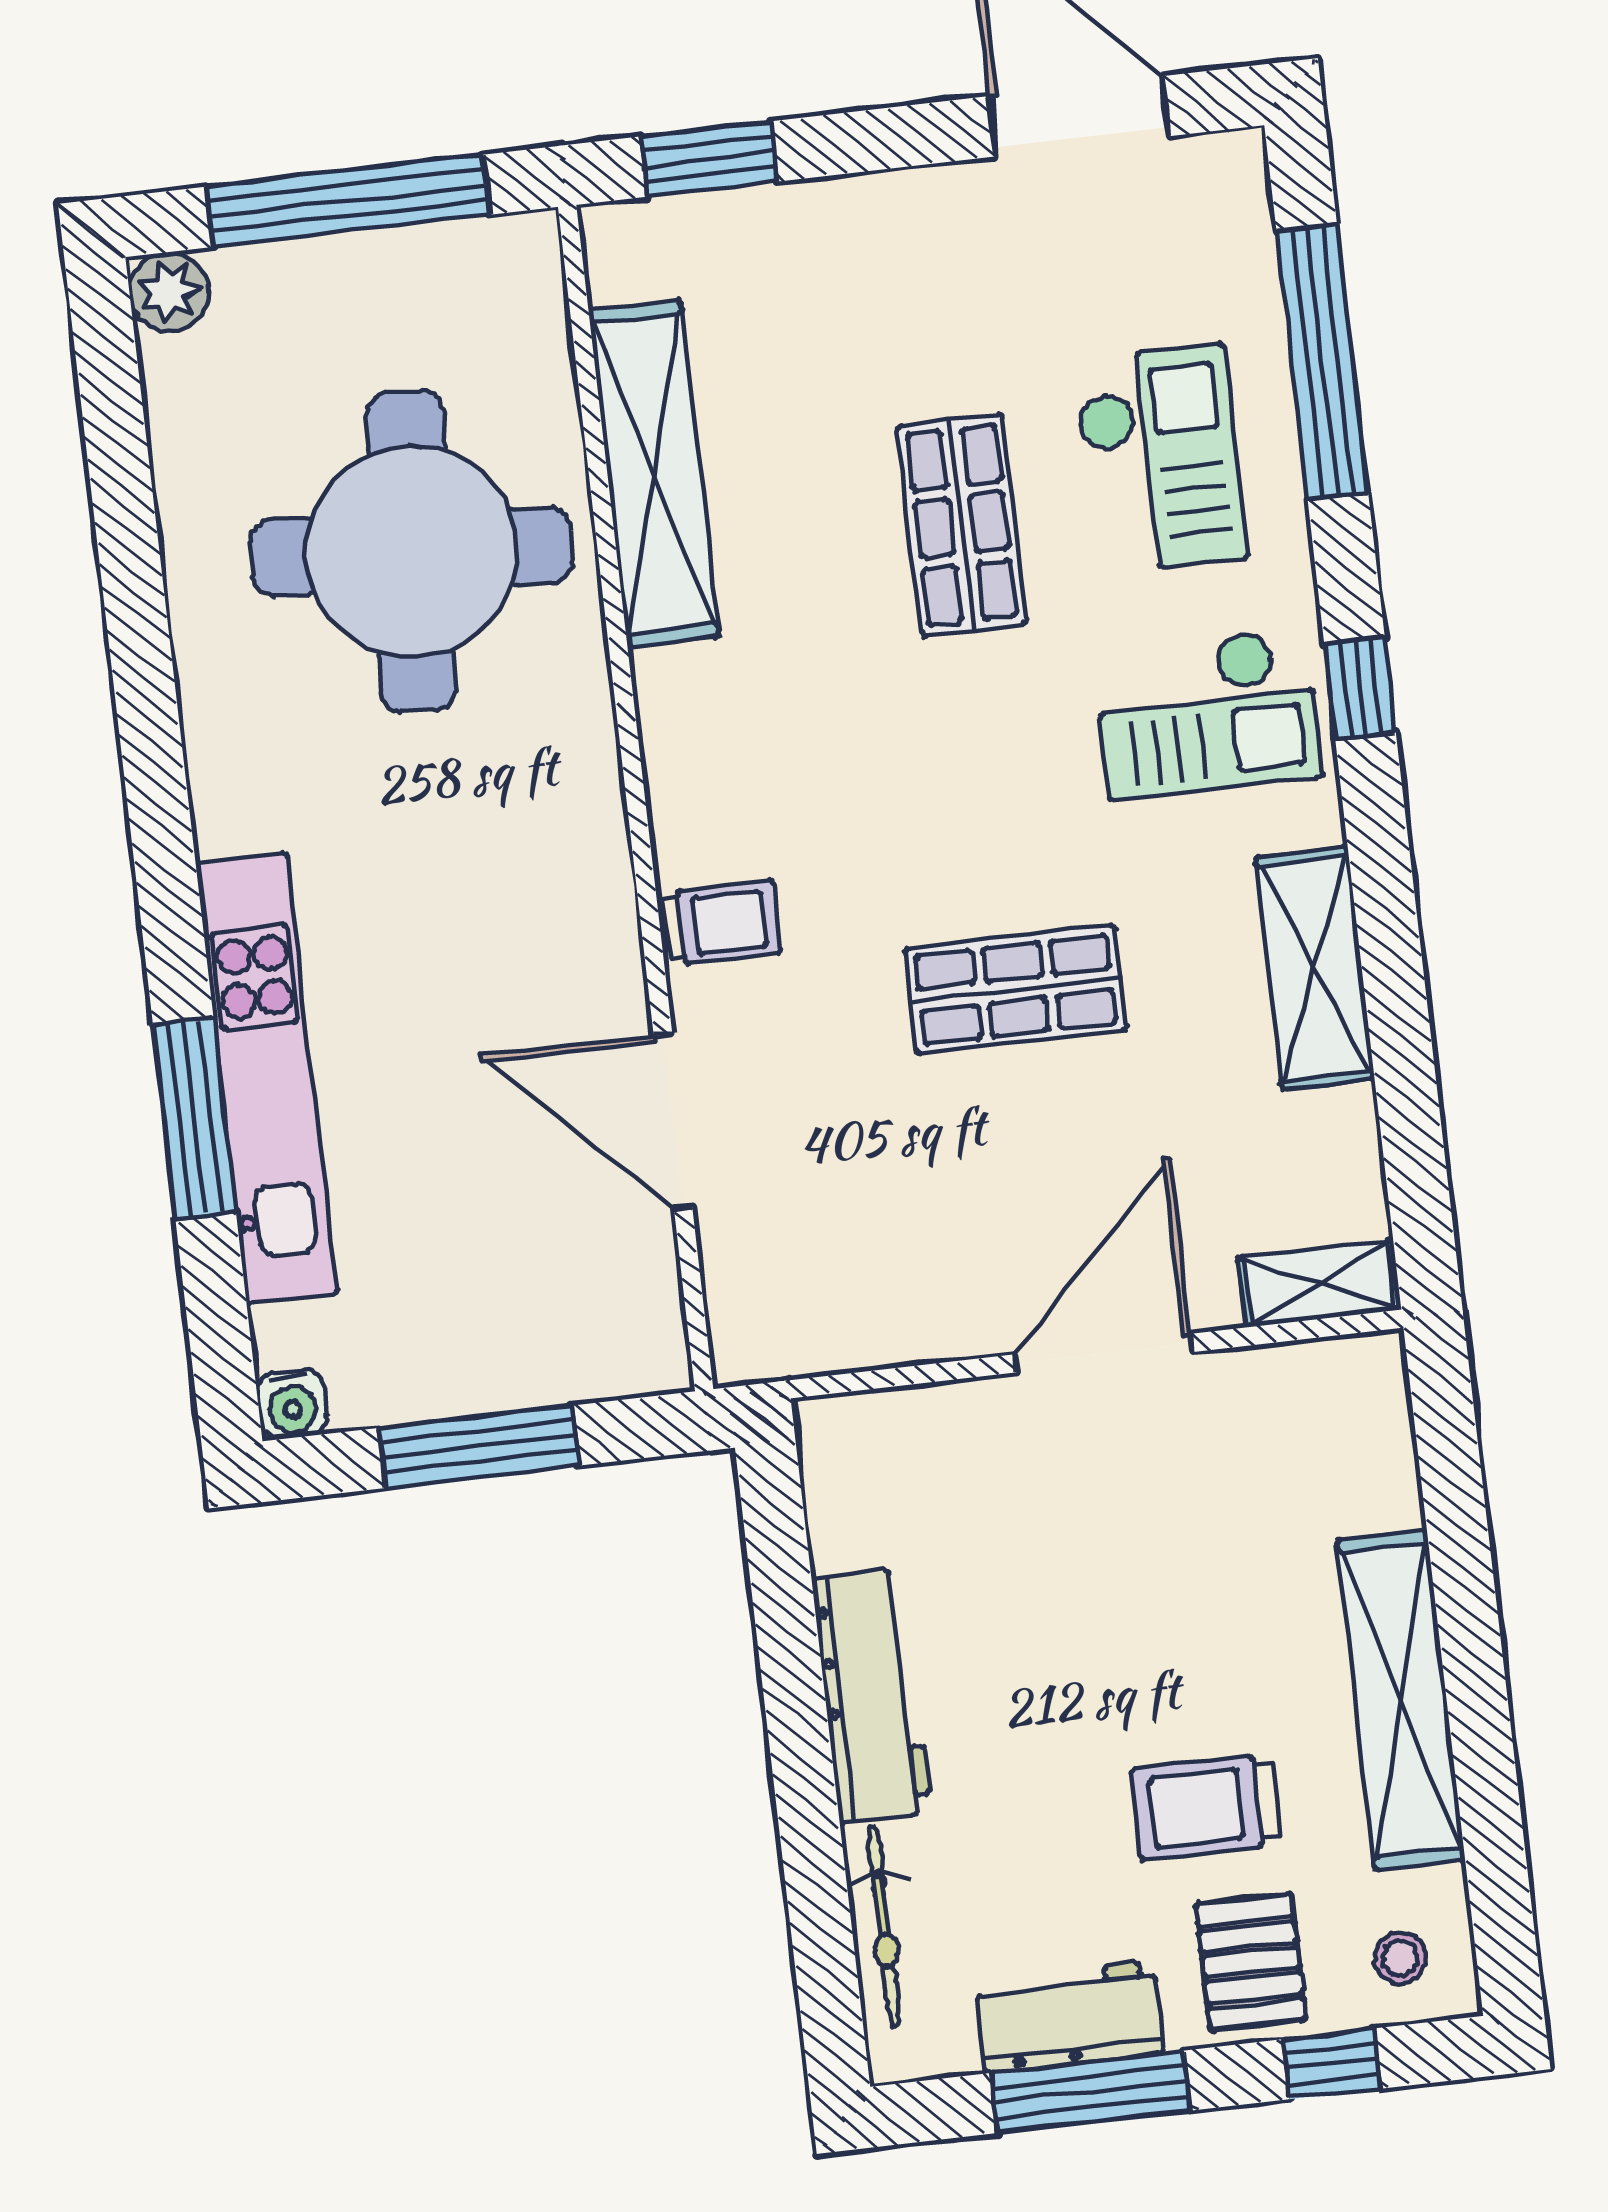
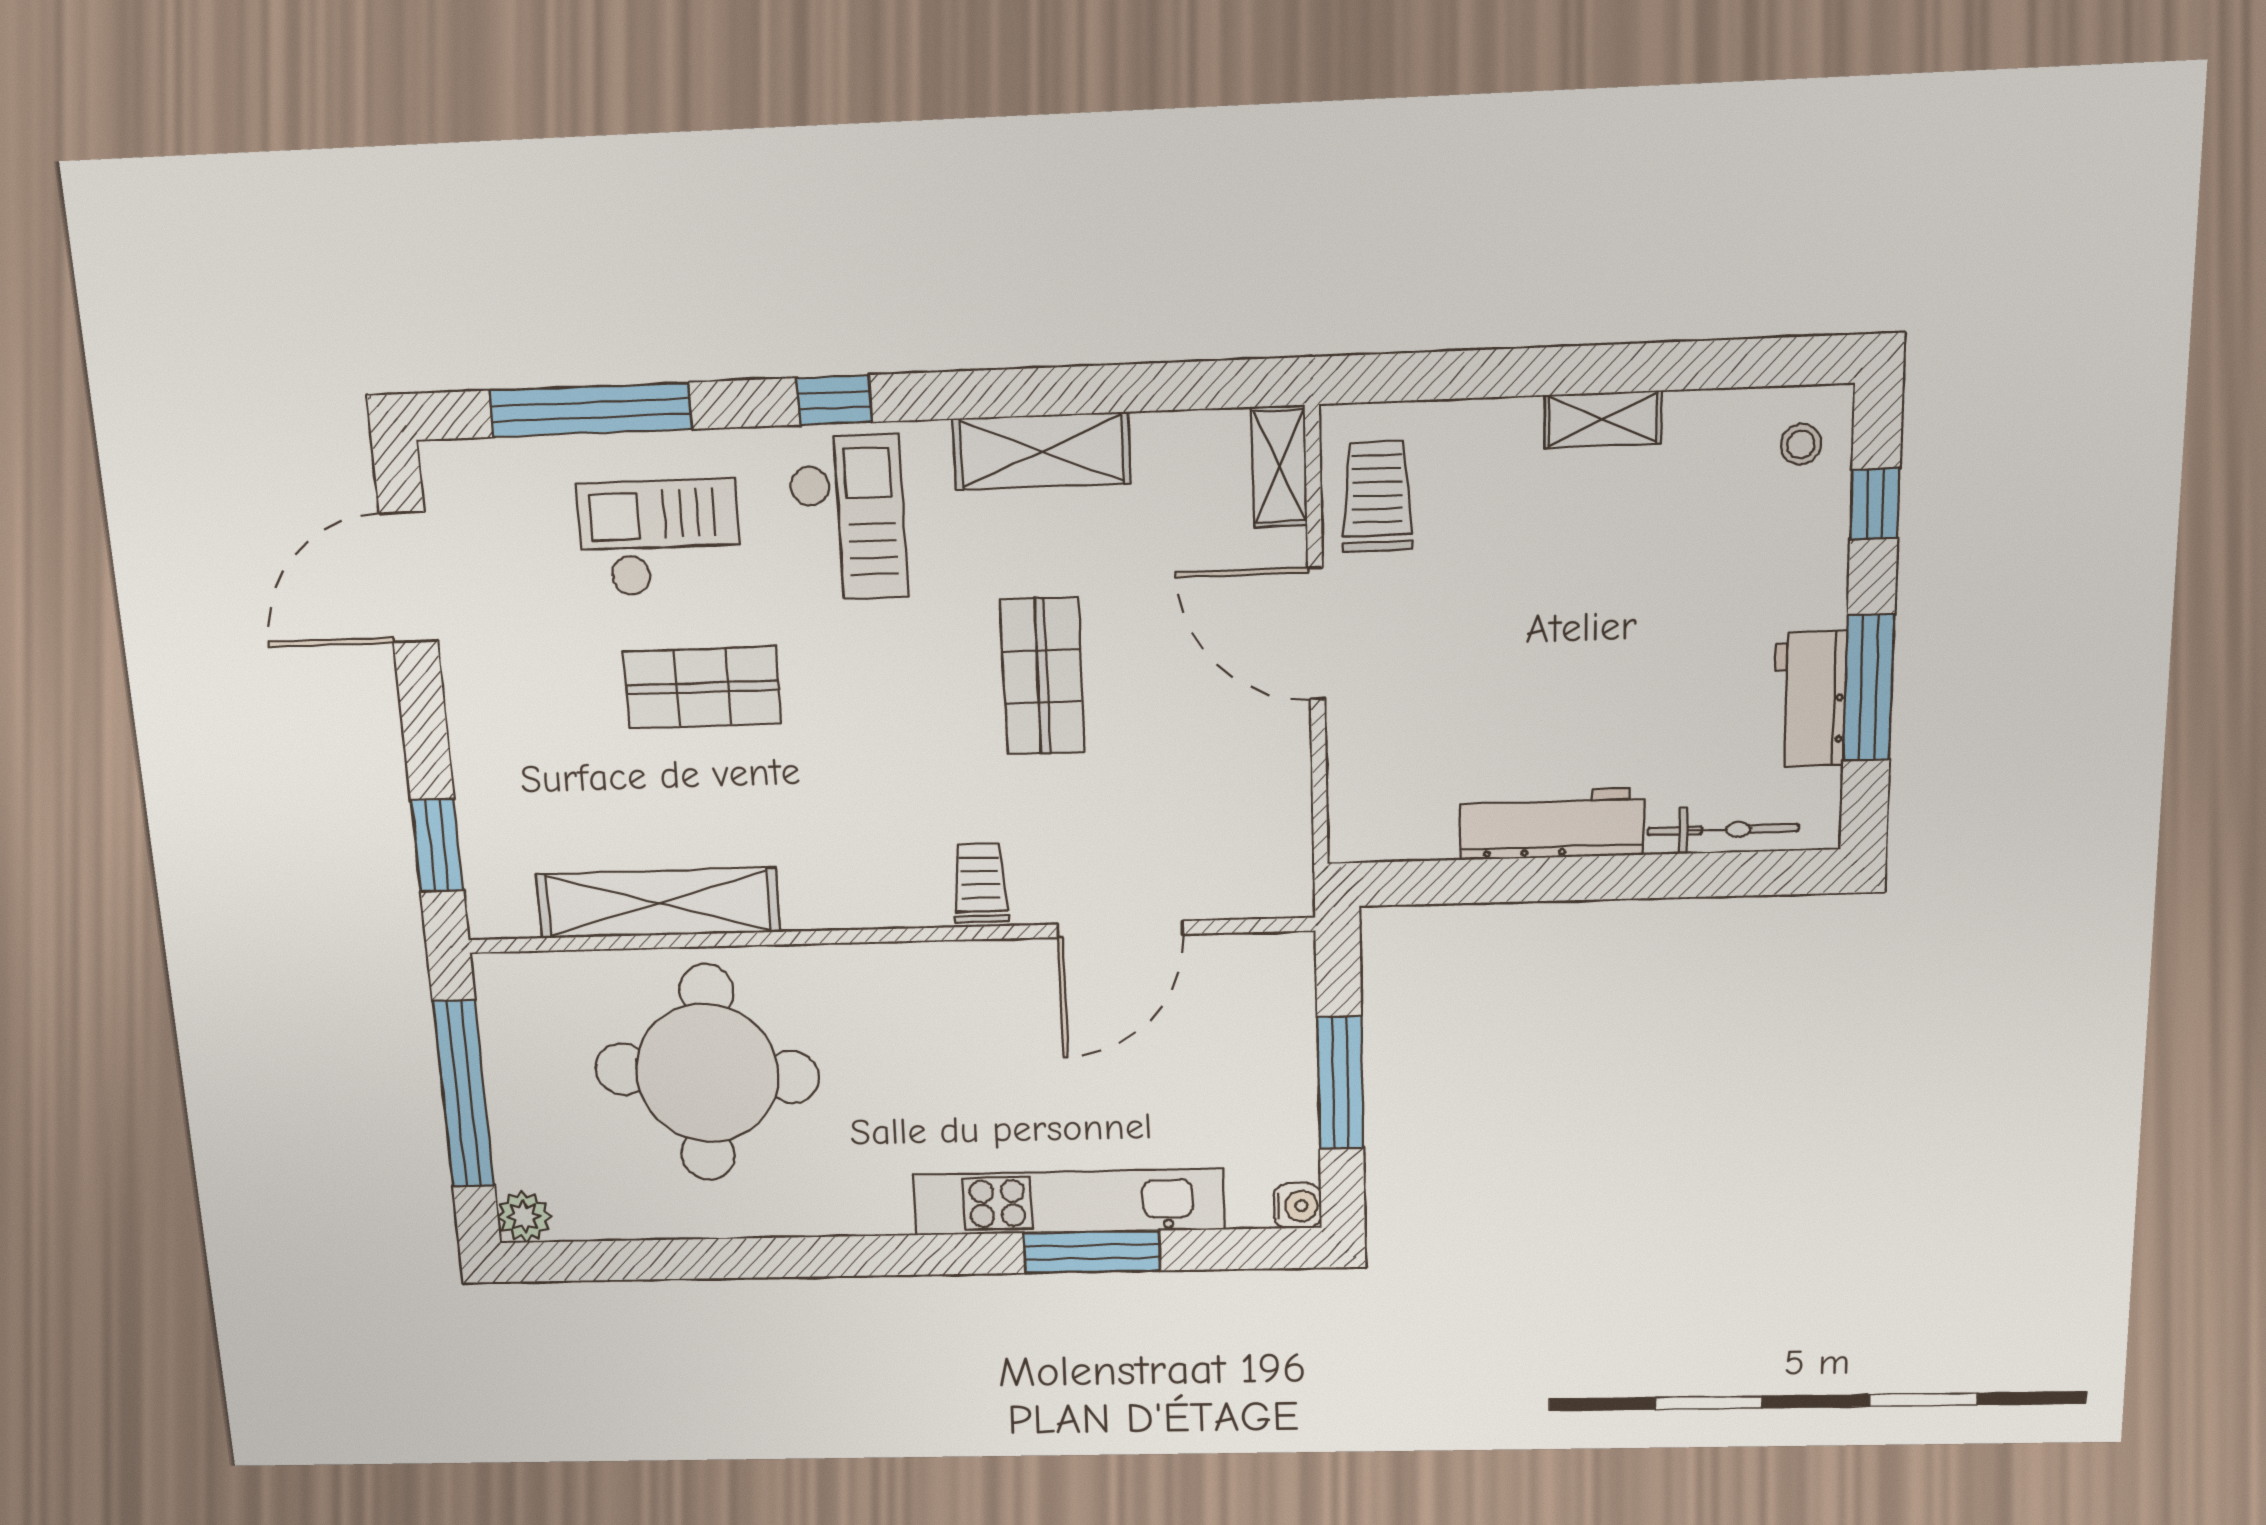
shelving: (1401, 1700) -> (1603, 419), width x0.45, depth x0.75
trolley: (1206, 1807) -> (1377, 496), moved, turned 180
pallet: (1251, 1962) -> (1788, 560), removed

